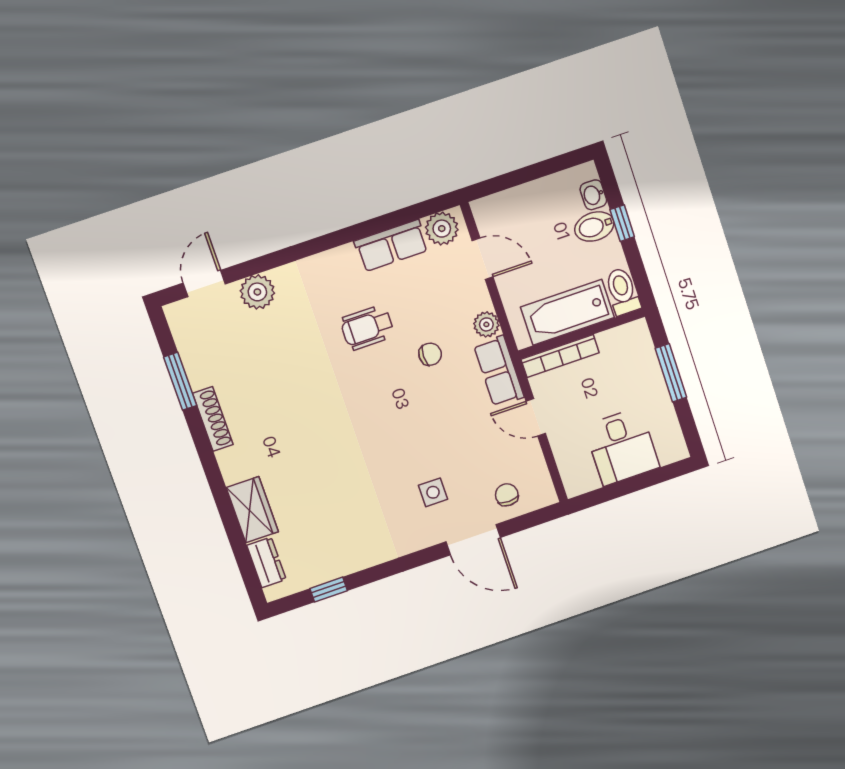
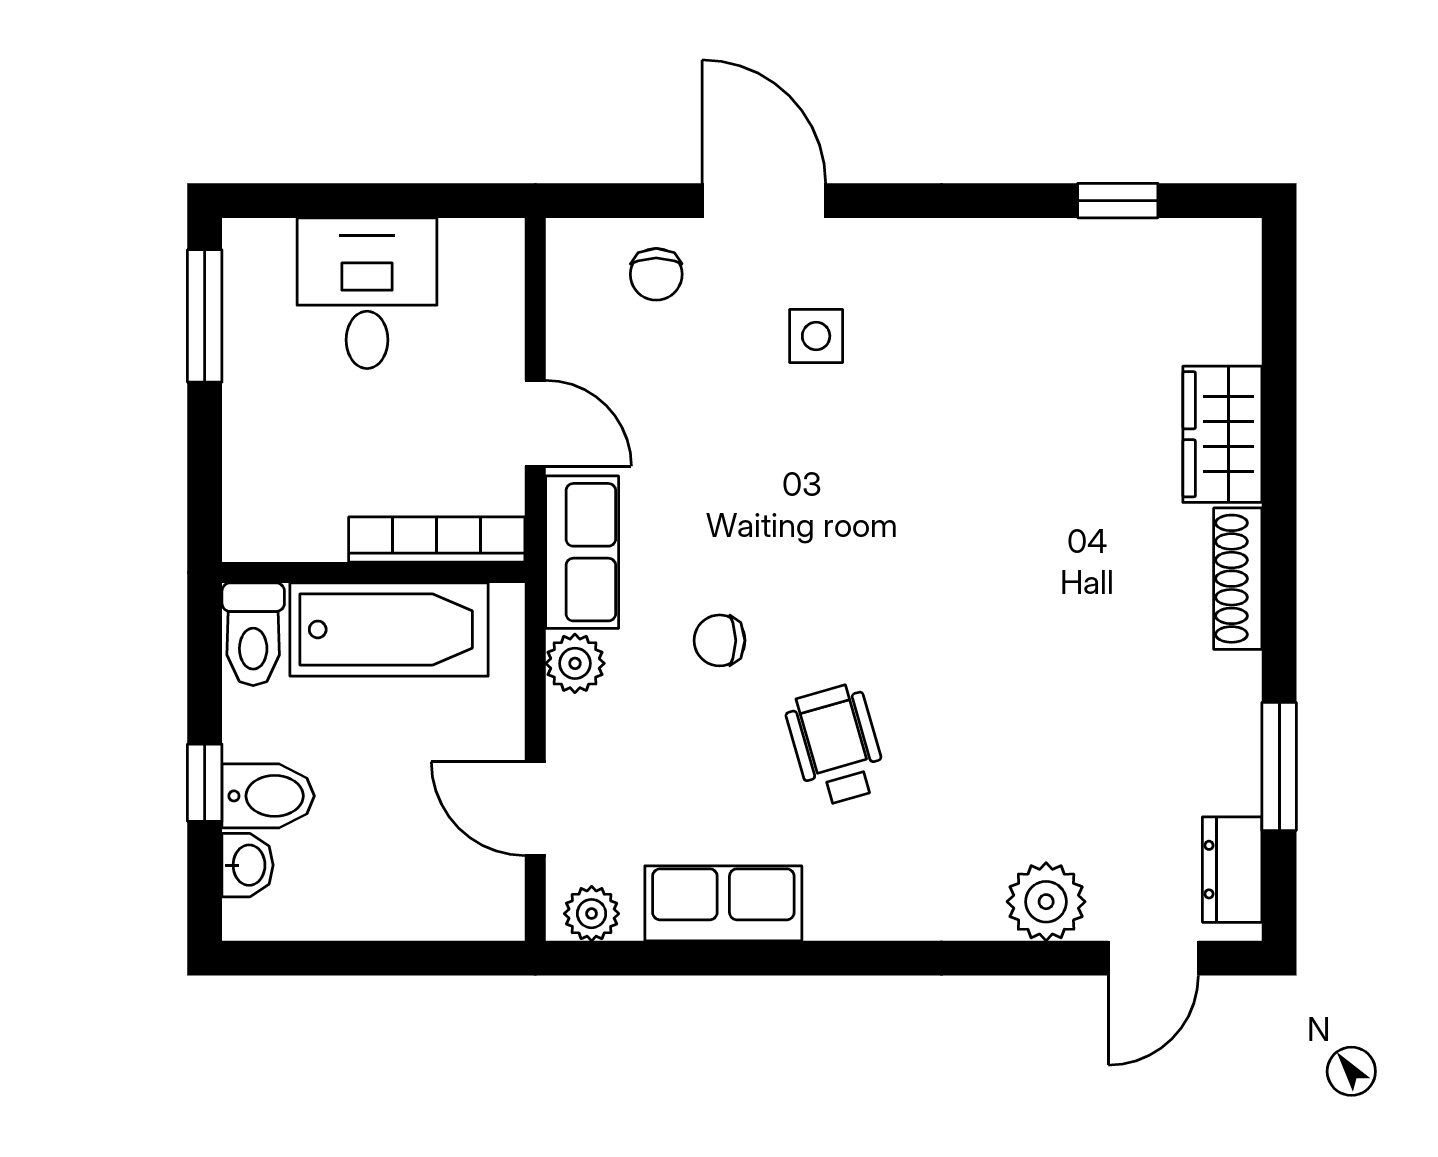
plant: (442, 229) -> (592, 914), width x0.73, depth x0.73
wheelchair: (367, 327) -> (836, 745), turned -106
window: (671, 373) -> (205, 316), moved
shoe rack: (213, 419) -> (1238, 579), moved
dresser: (266, 562) -> (1232, 870), moved

